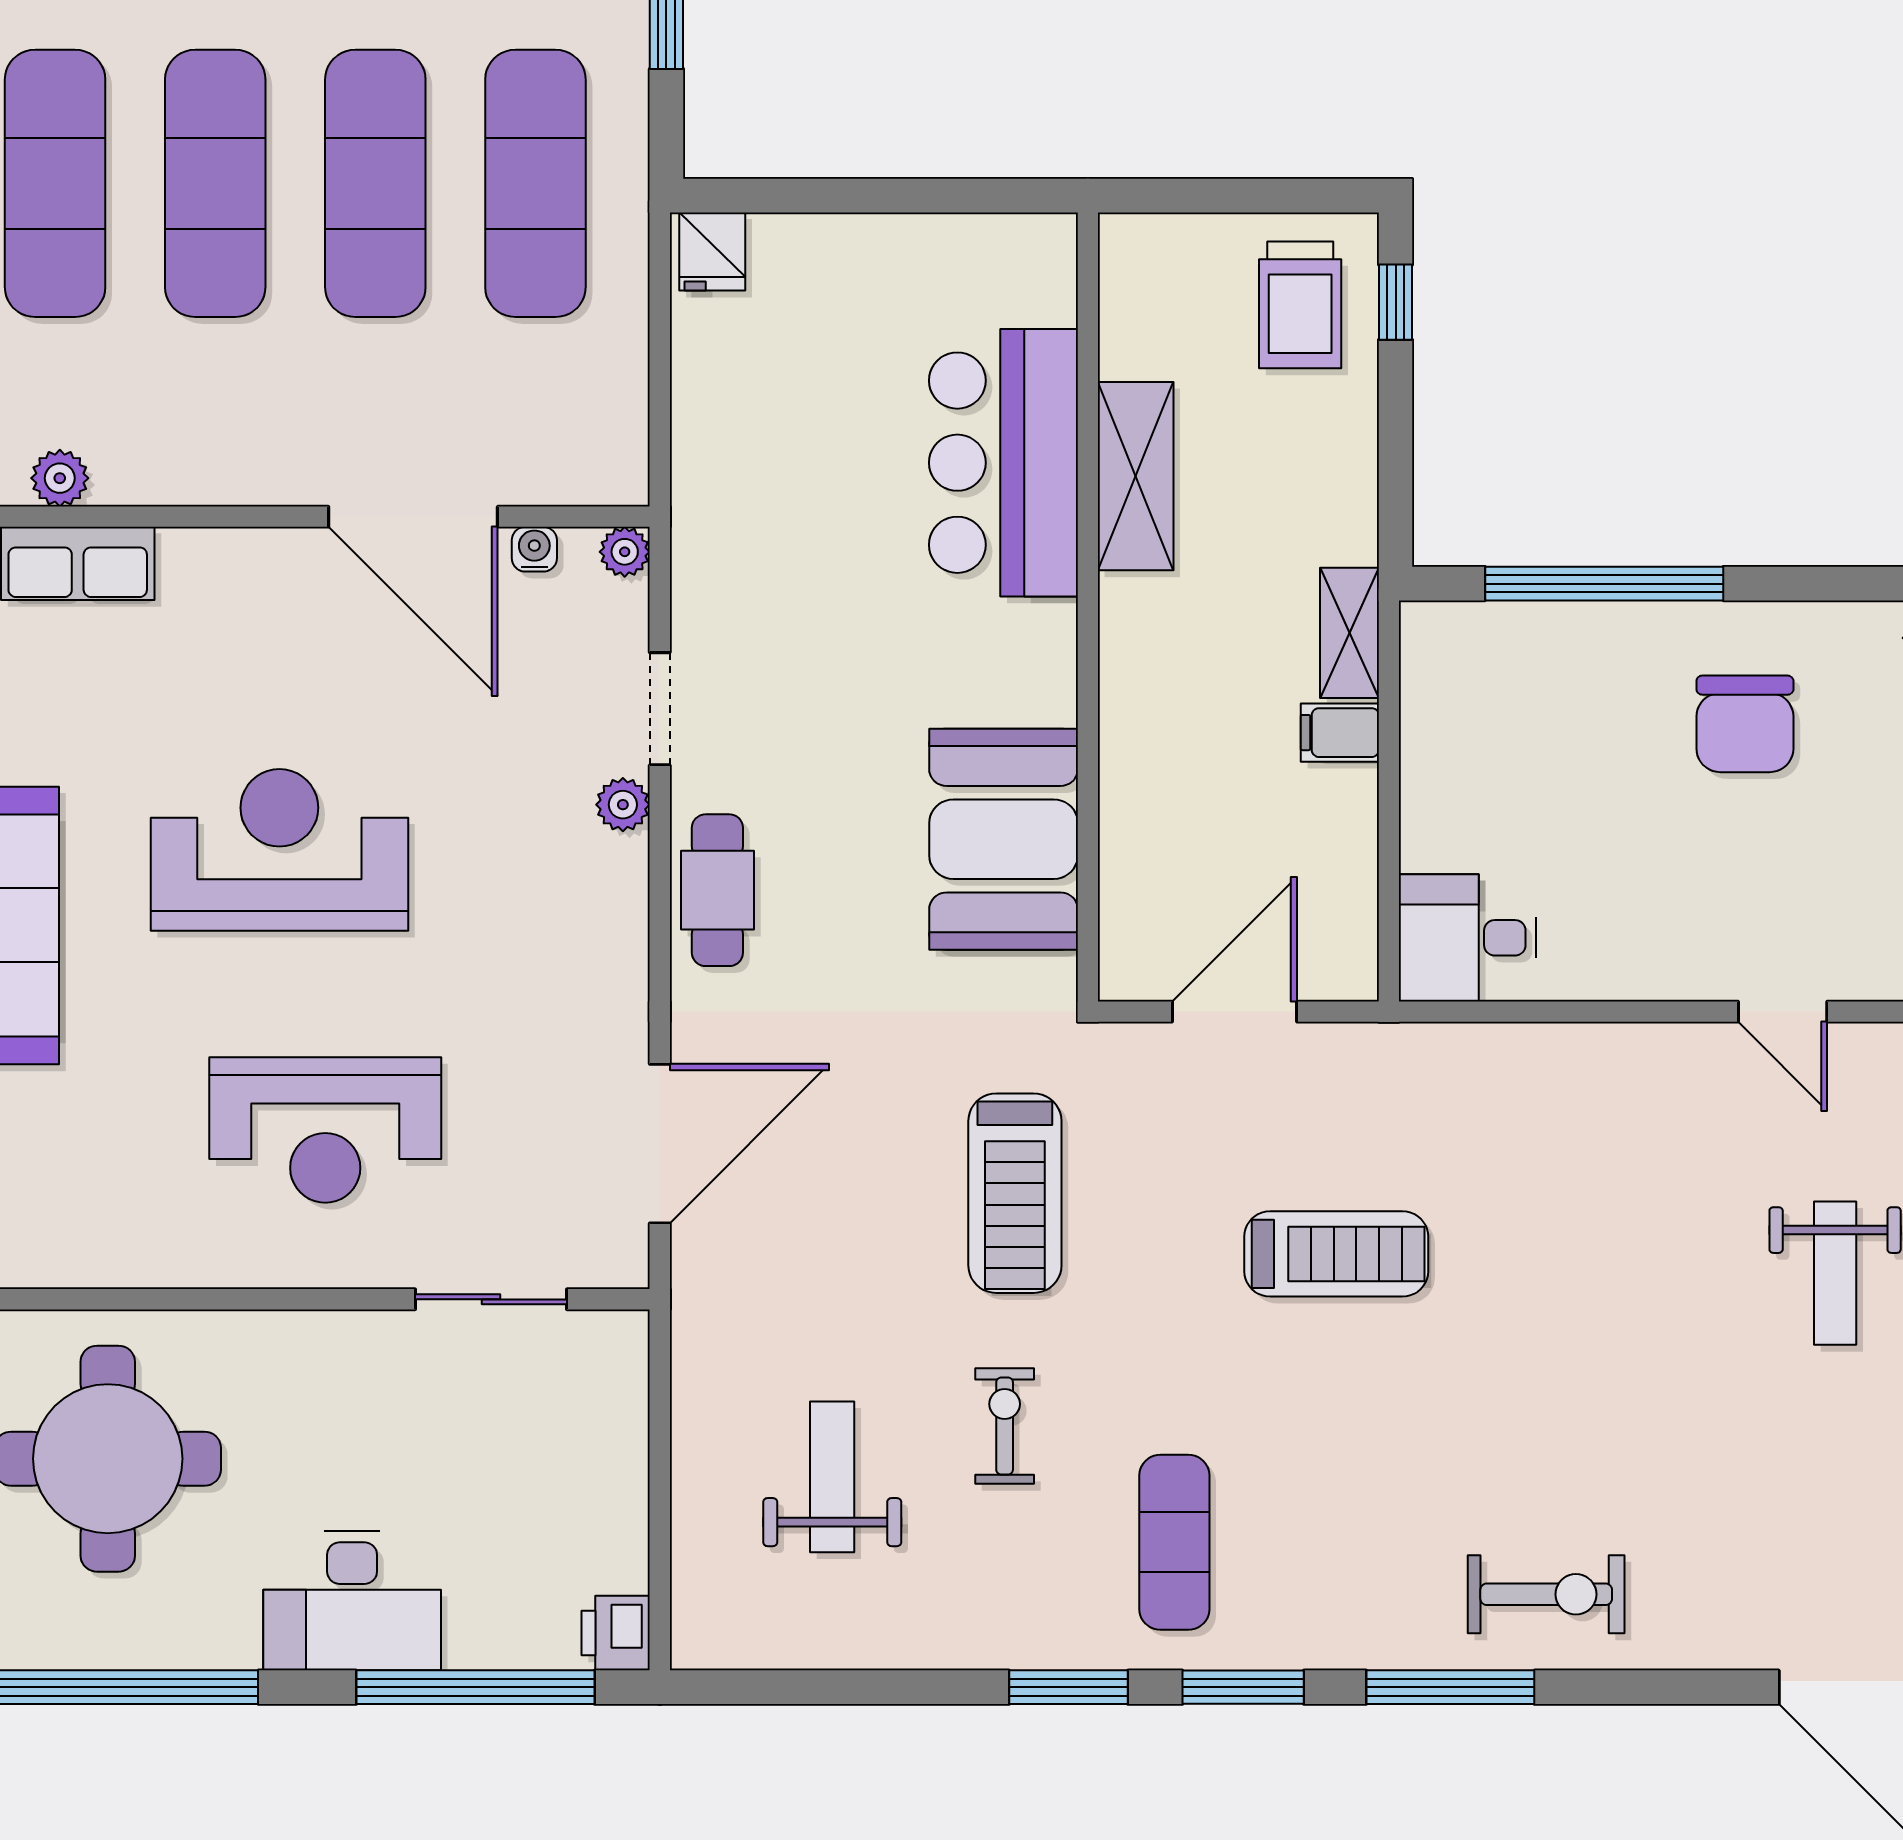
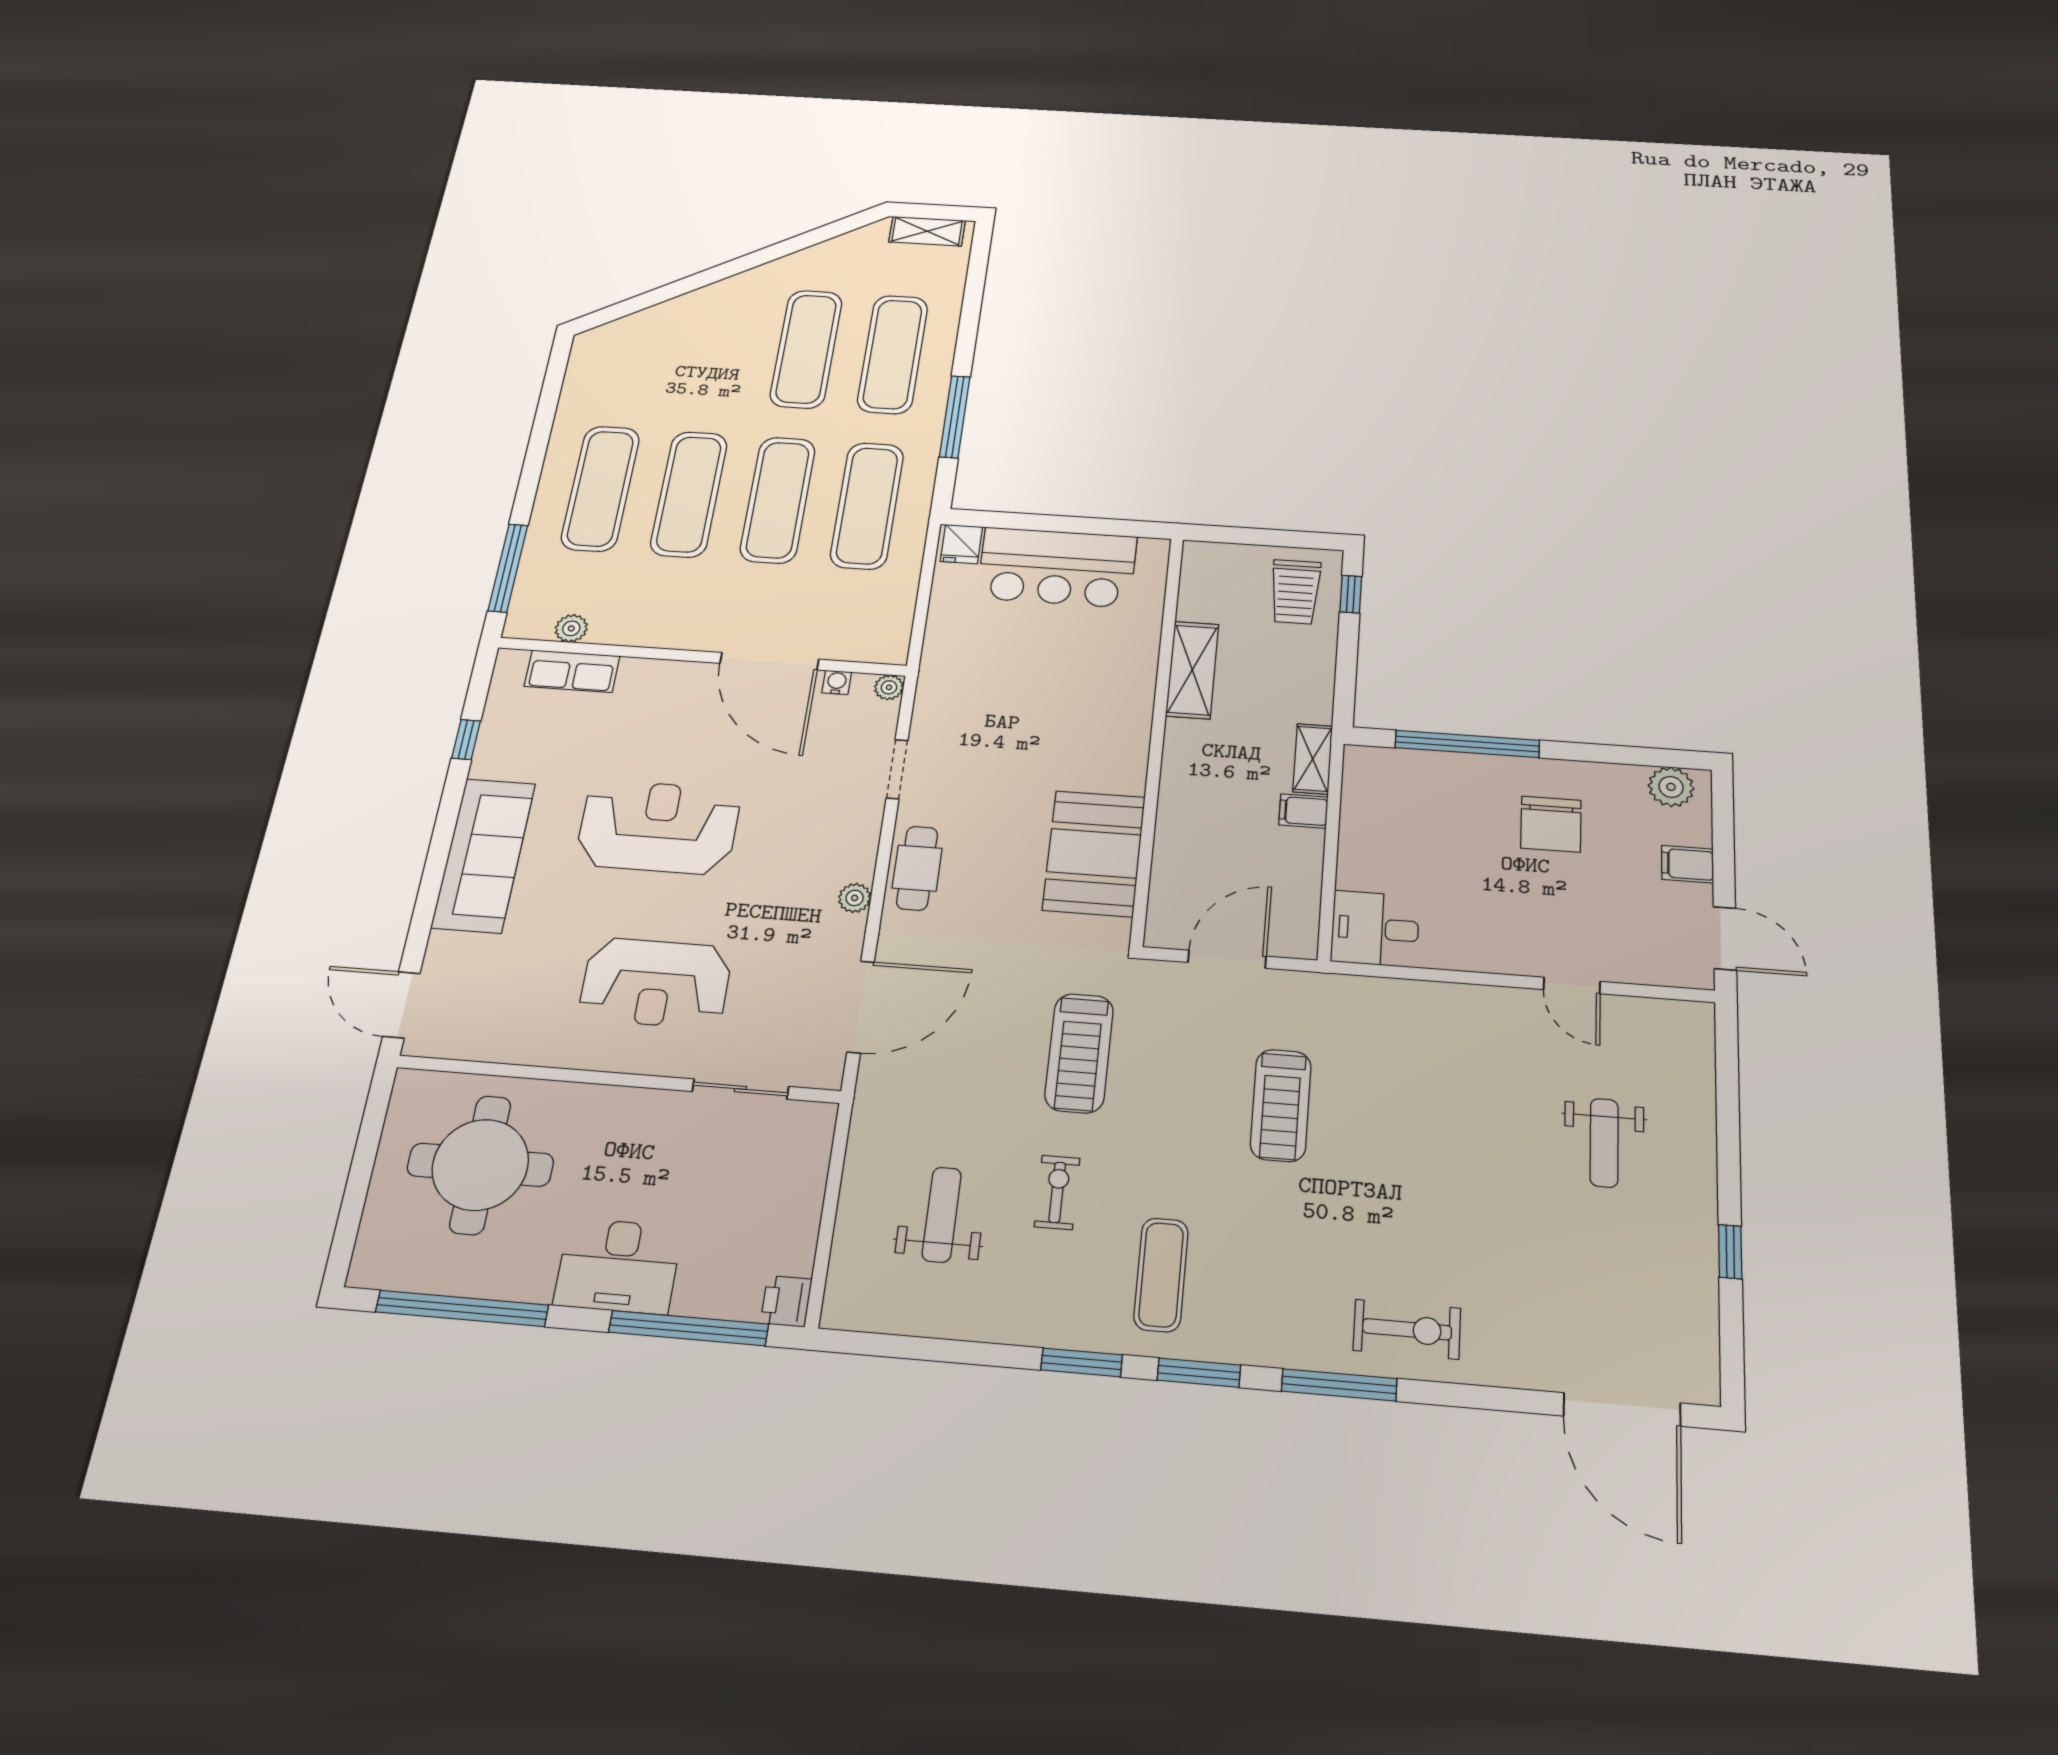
bar counter: (1003, 463) -> (1057, 567), moved, turned -90
plant: (623, 805) -> (855, 898), moved
treadmill: (1336, 1254) -> (1281, 1105), turned 90

